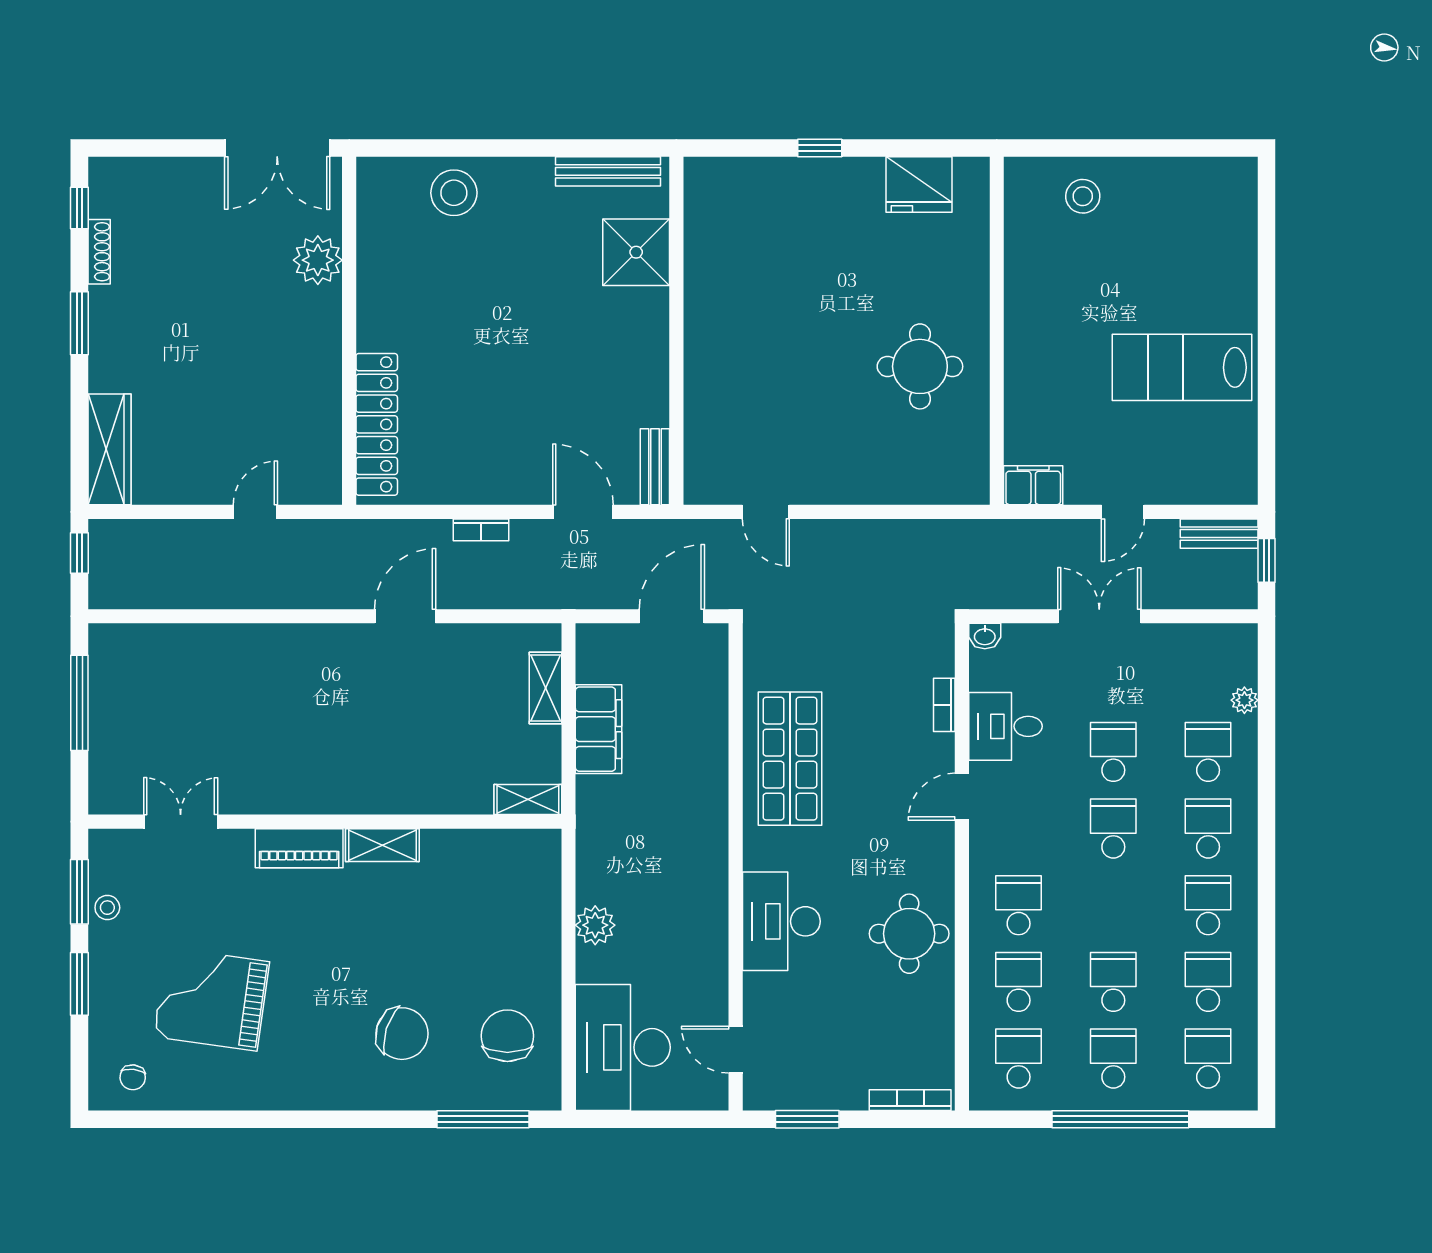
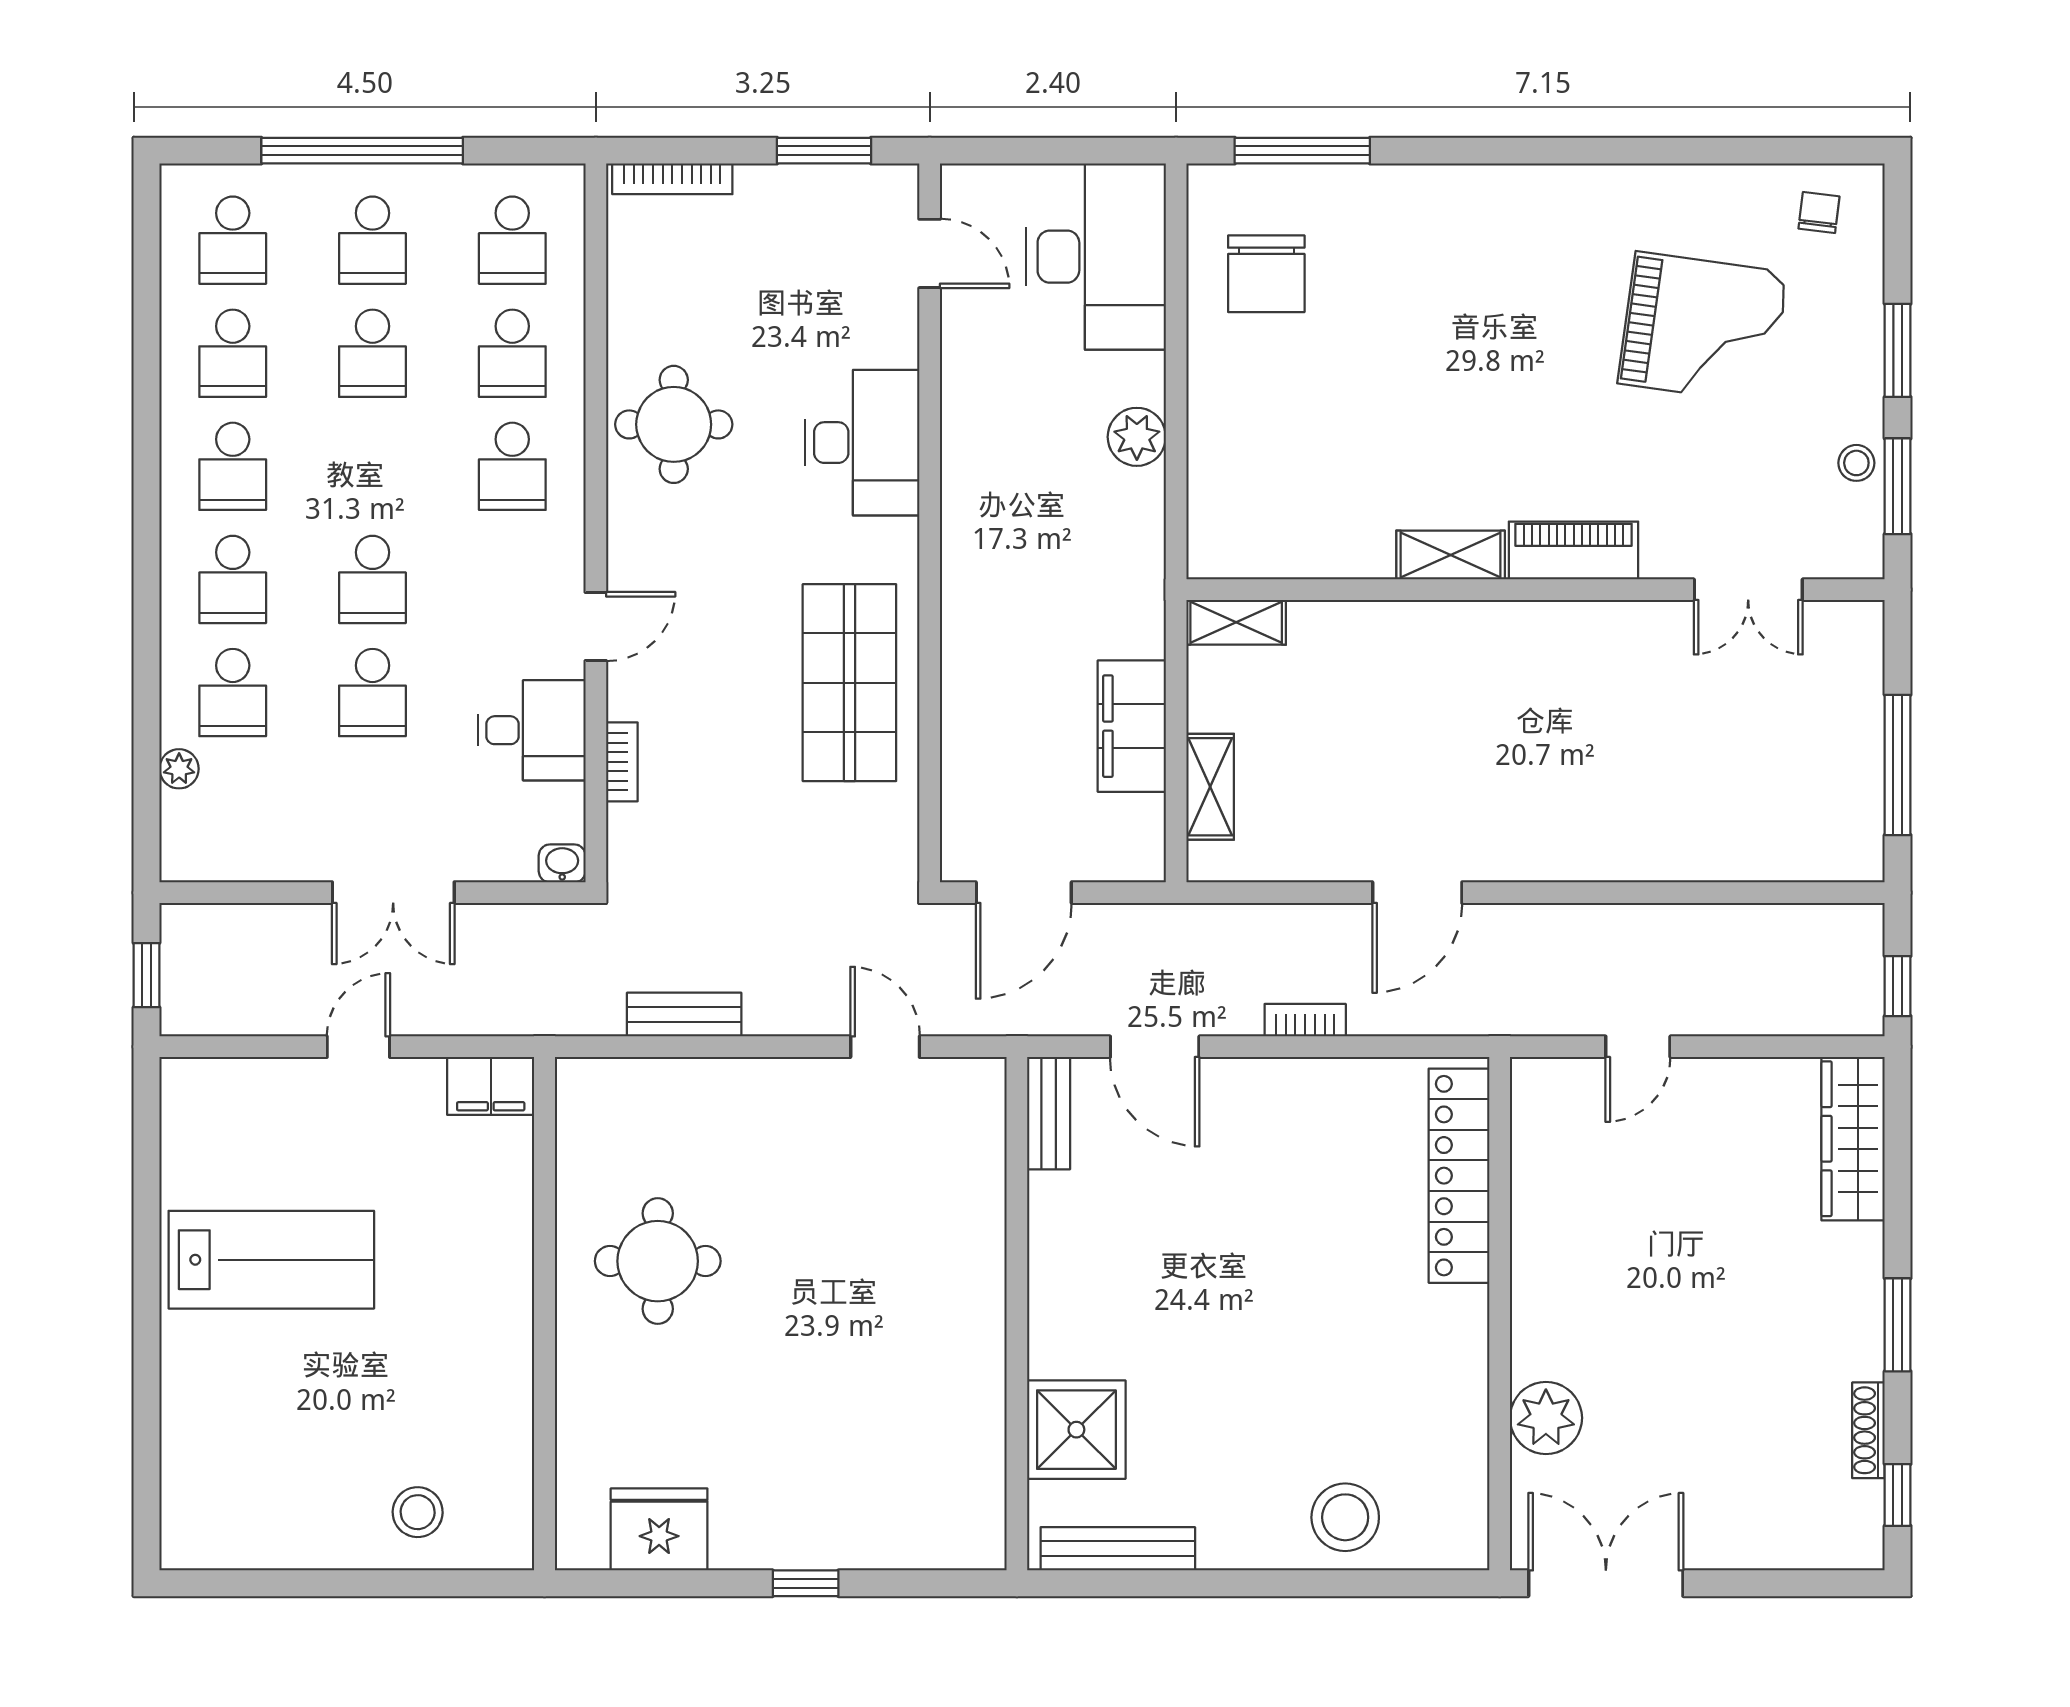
bench: (1219, 534) -> (684, 1015), moved
chair: (402, 1034) -> (1422, 277), removed

